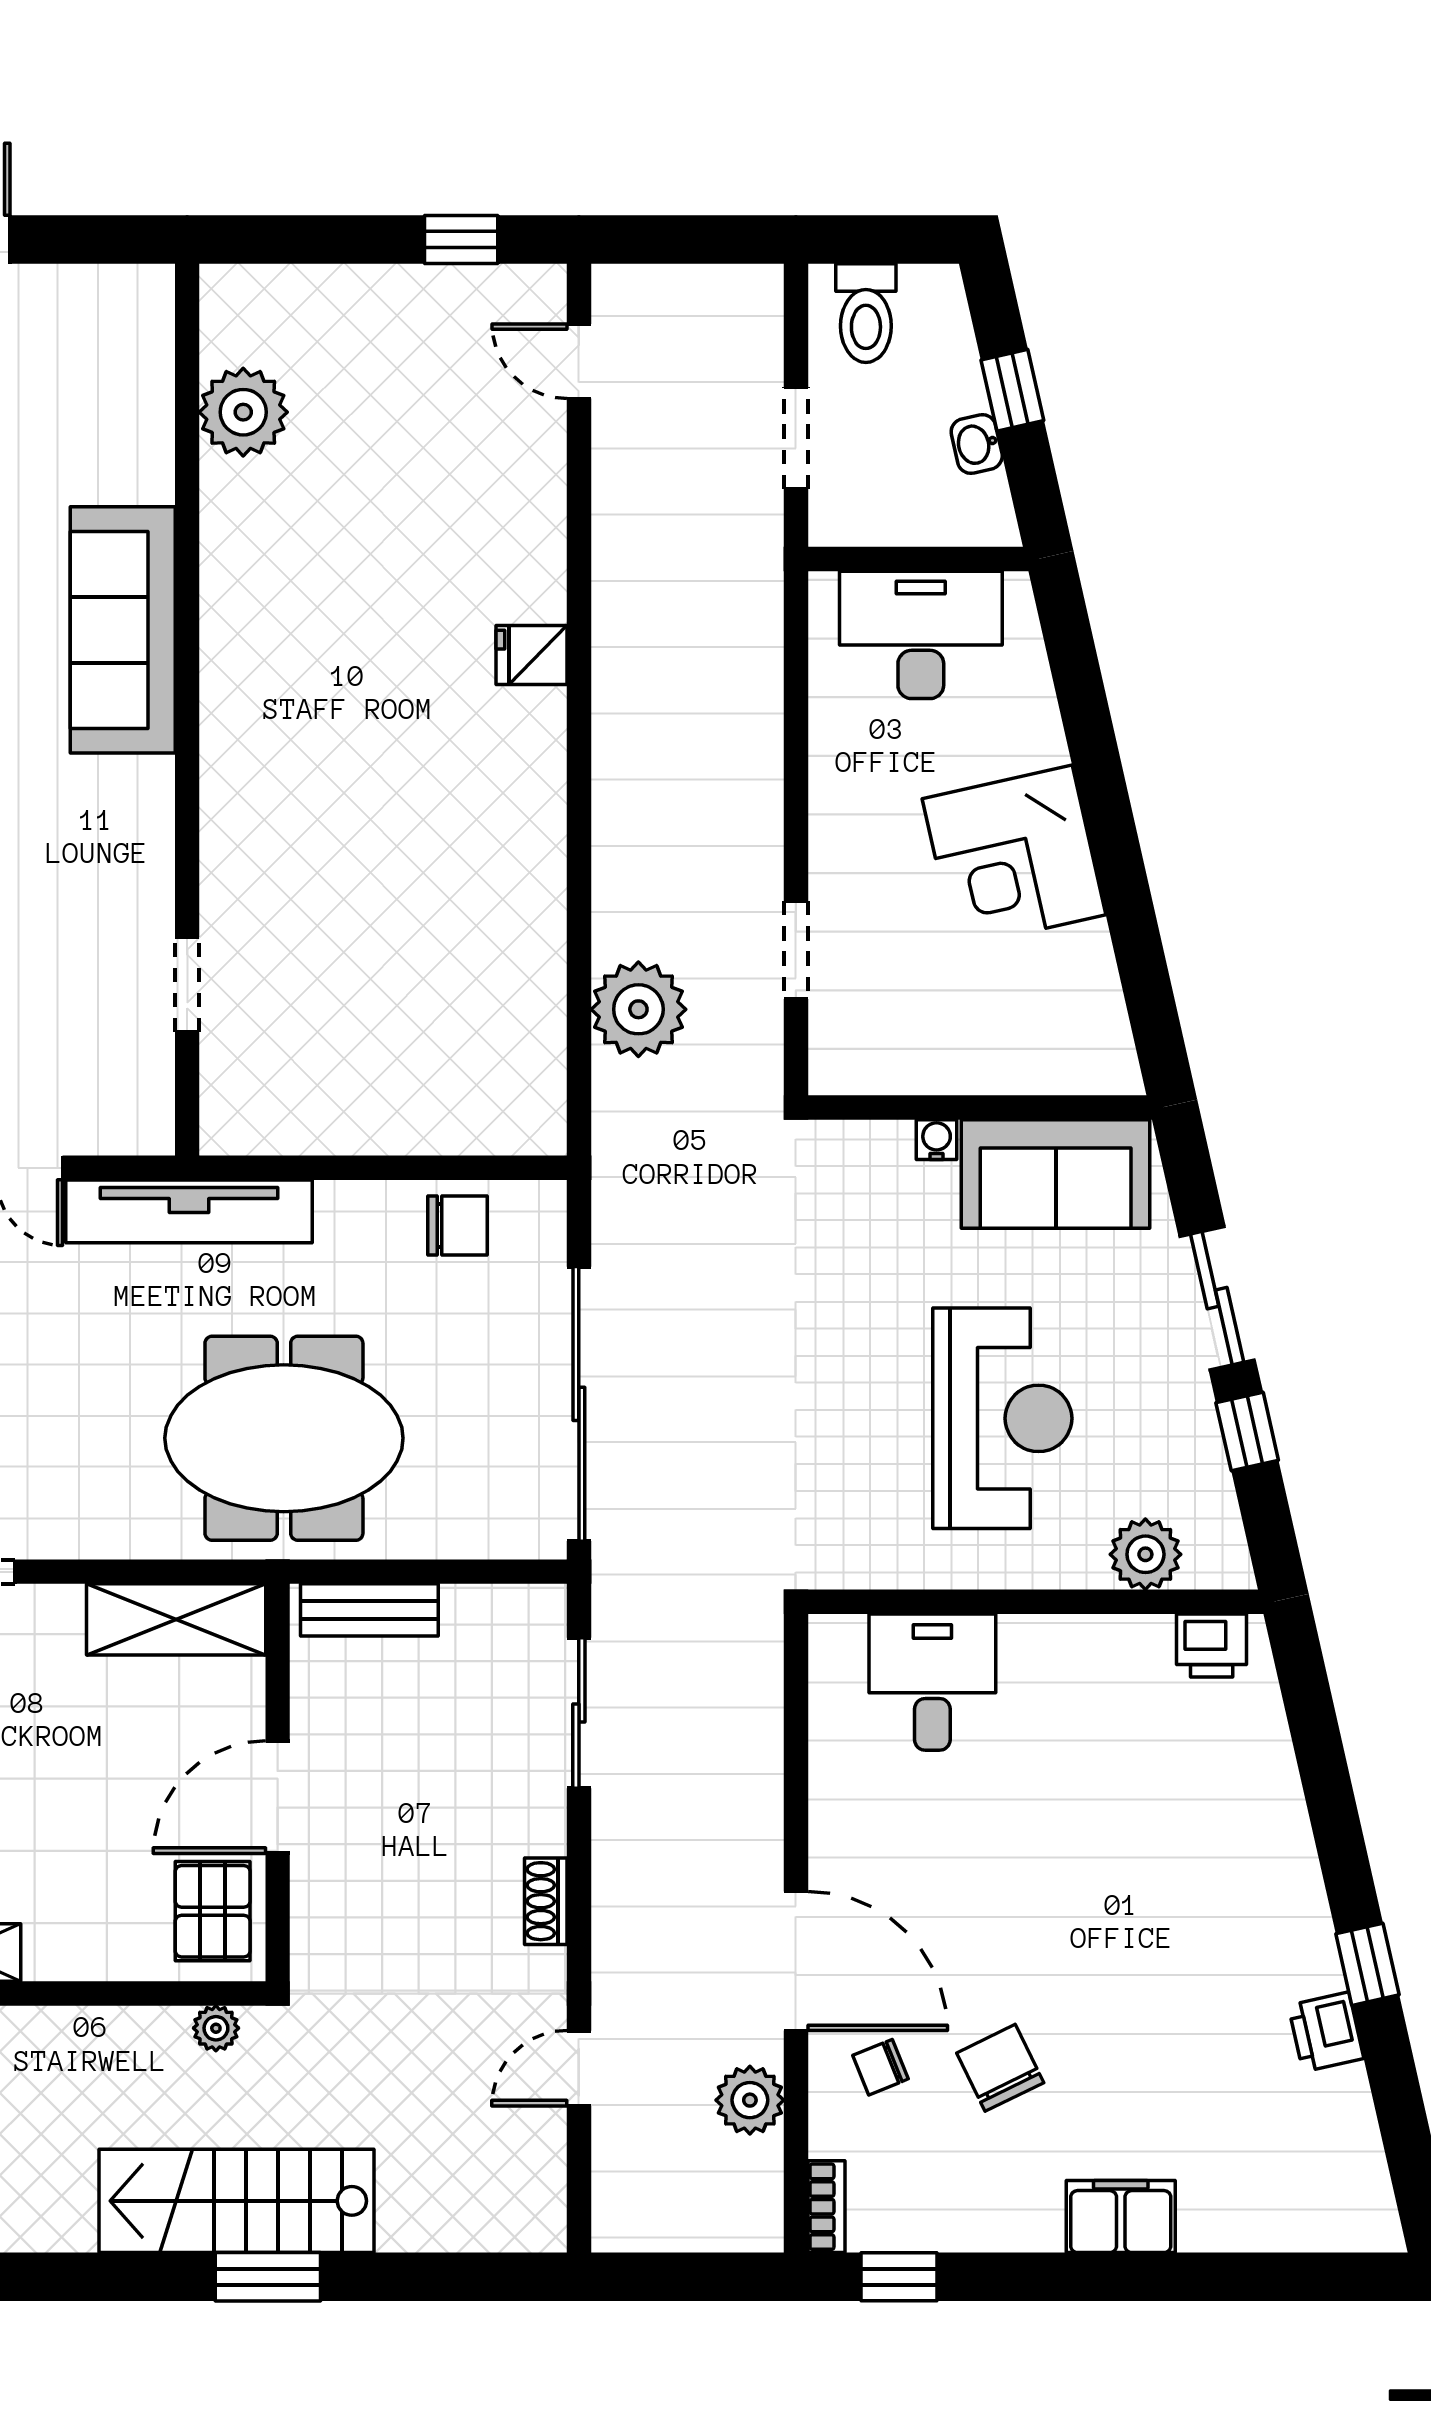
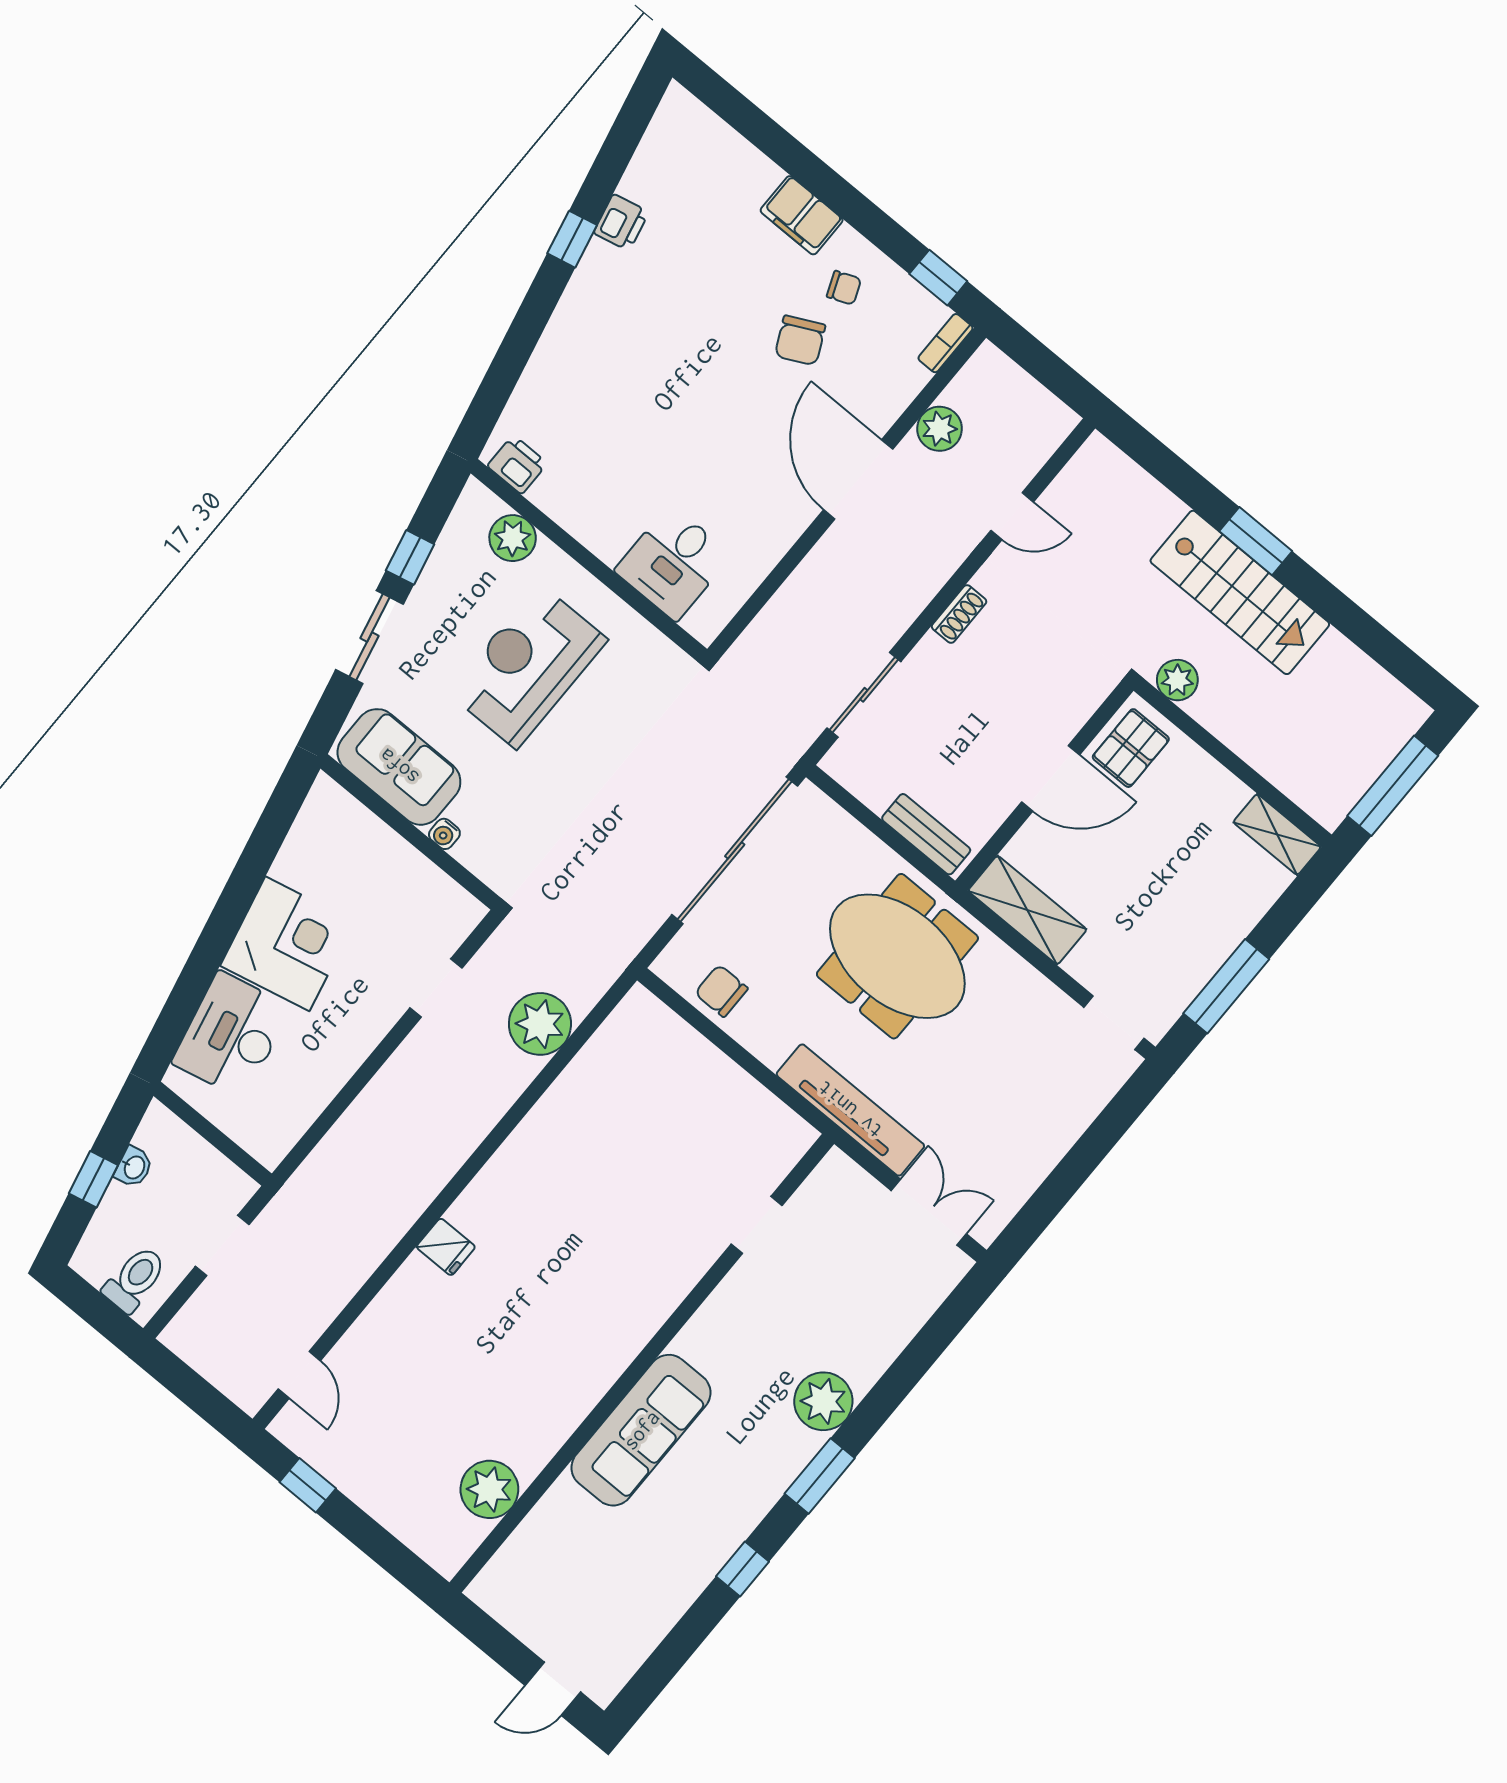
desk: (921, 635) -> (231, 1035), moved, turned 77
plant: (216, 2028) -> (1177, 680), width x1.38, depth x1.38
chair: (881, 2067) -> (844, 288), moved

